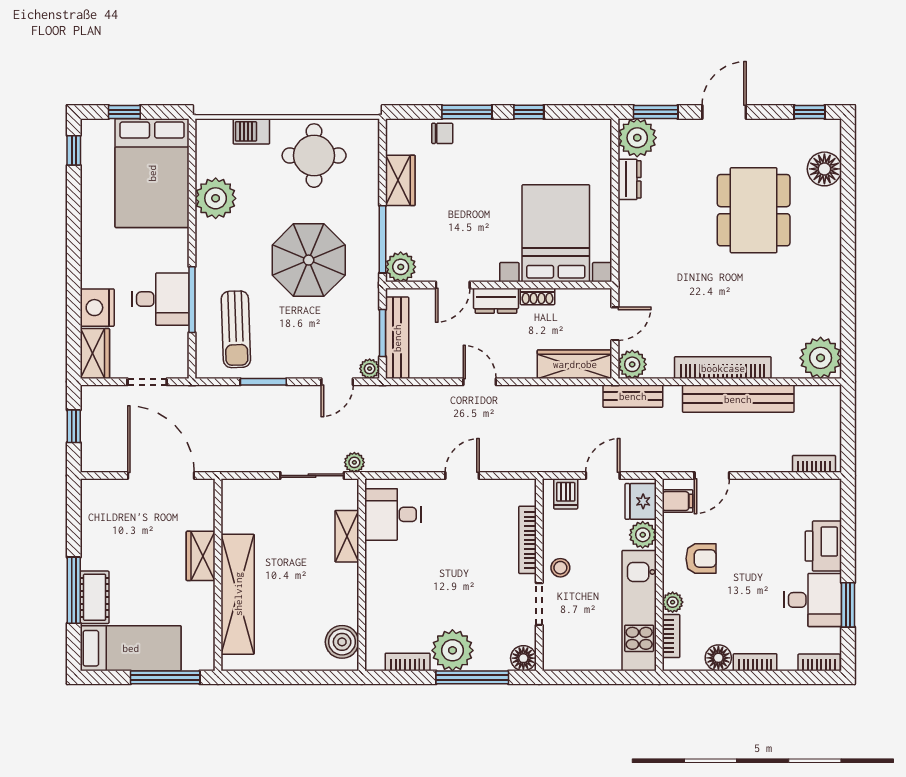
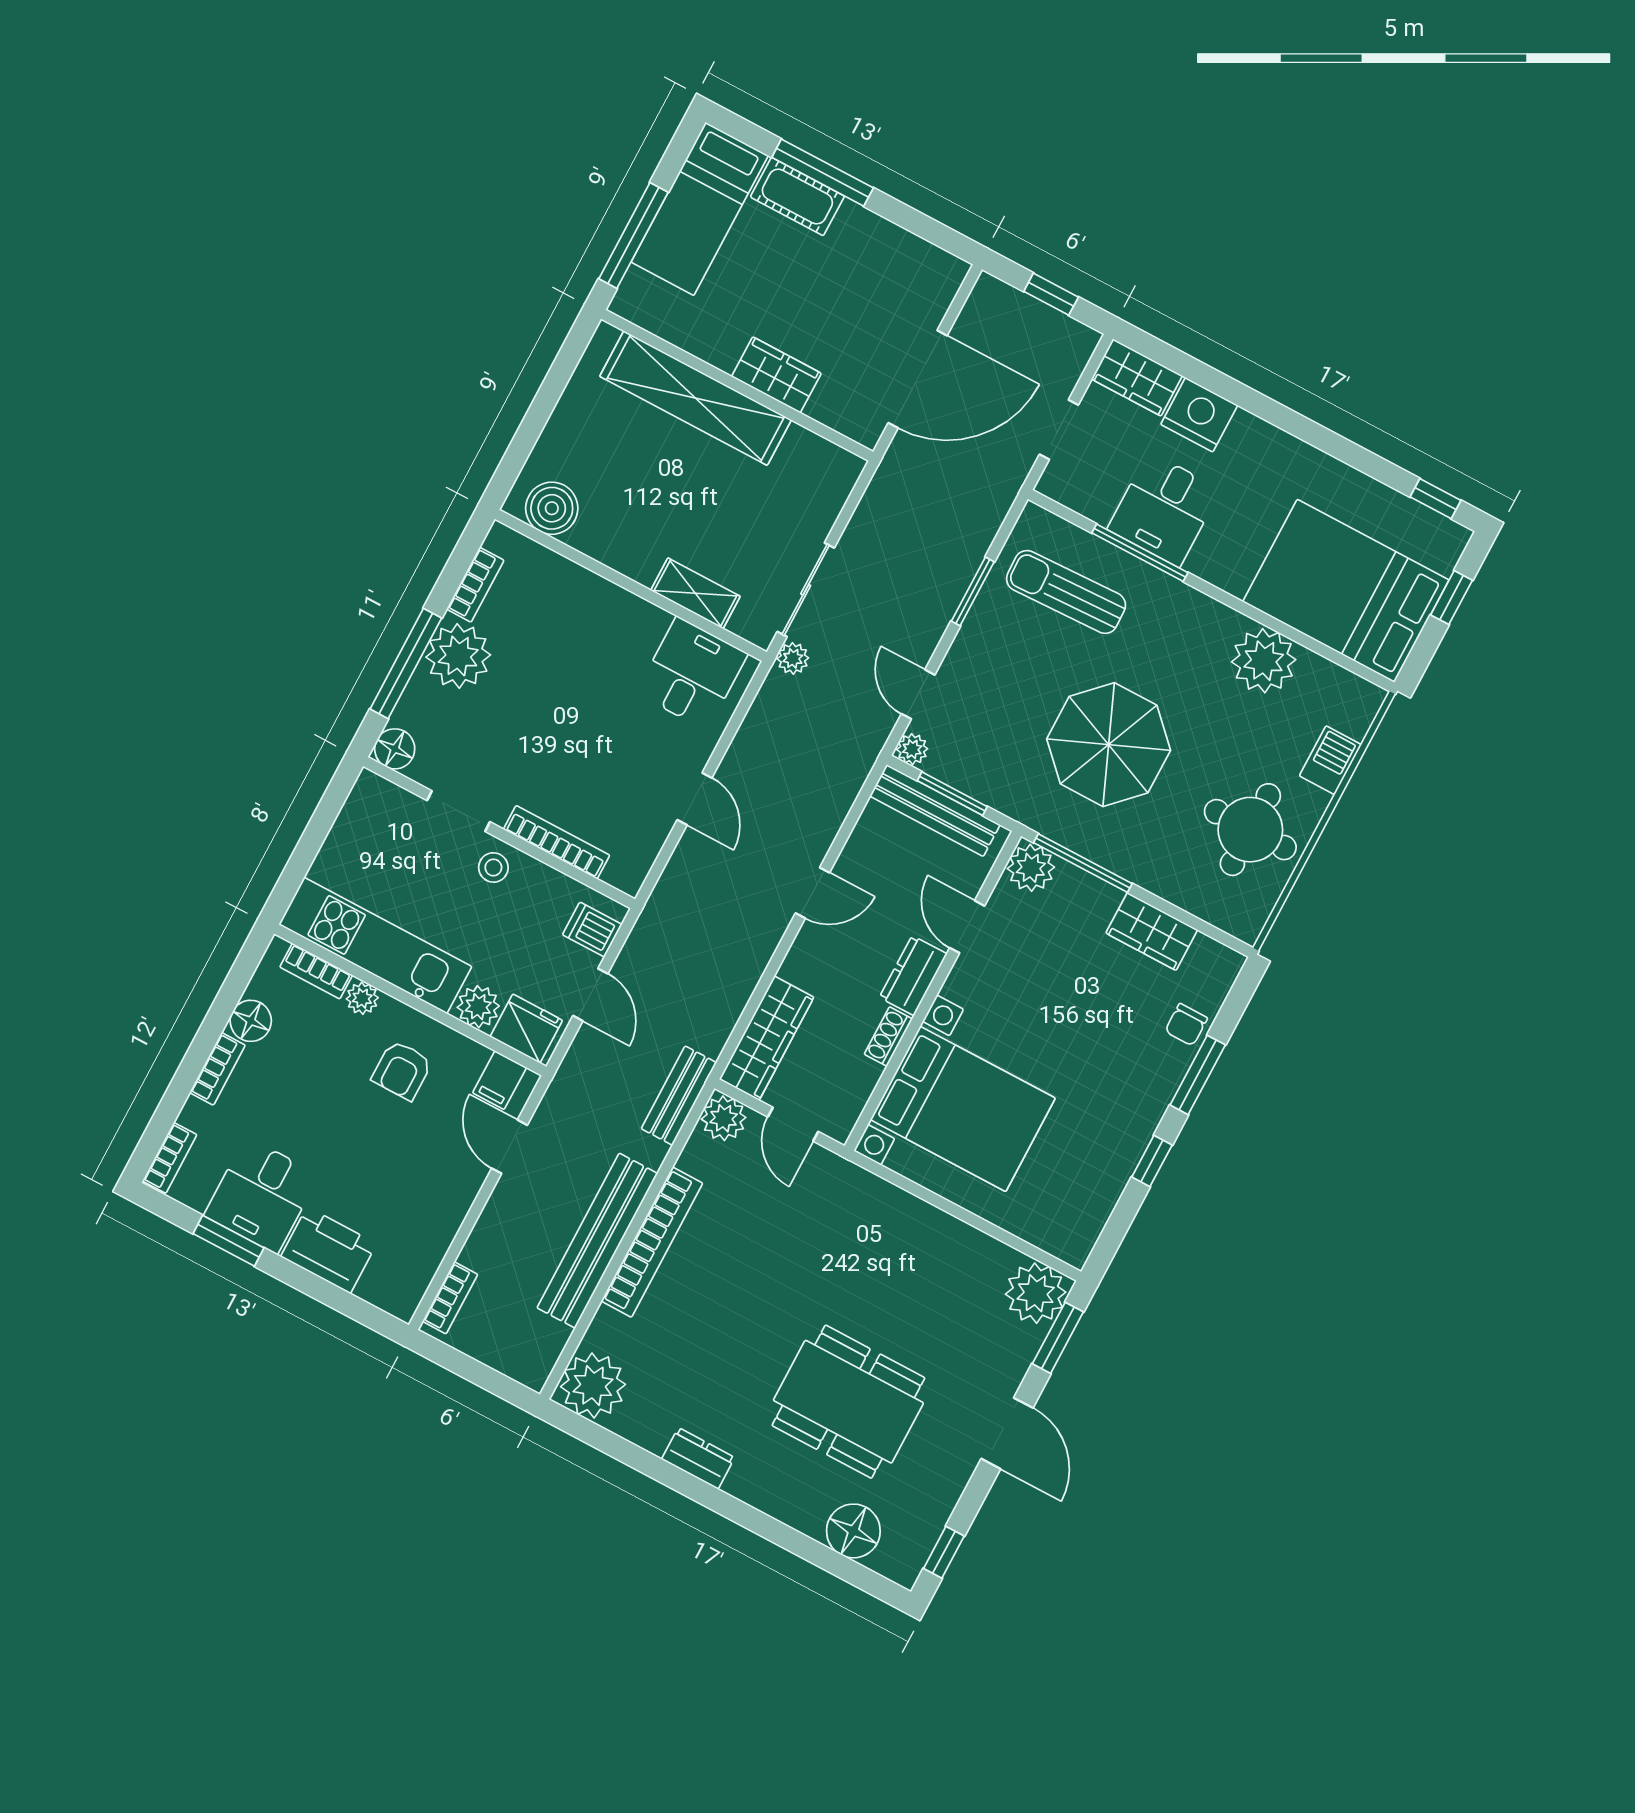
dresser: (629, 179) -> (698, 1458), moved, turned 180

